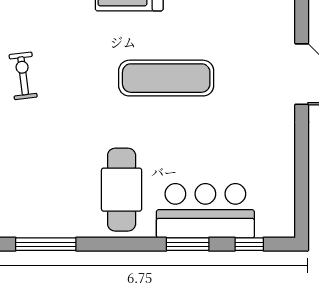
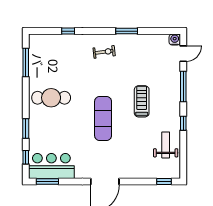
window: (302, 197) -> (47, 182), added
bar counter: (205, 211) -> (51, 166), moved, turned -90

